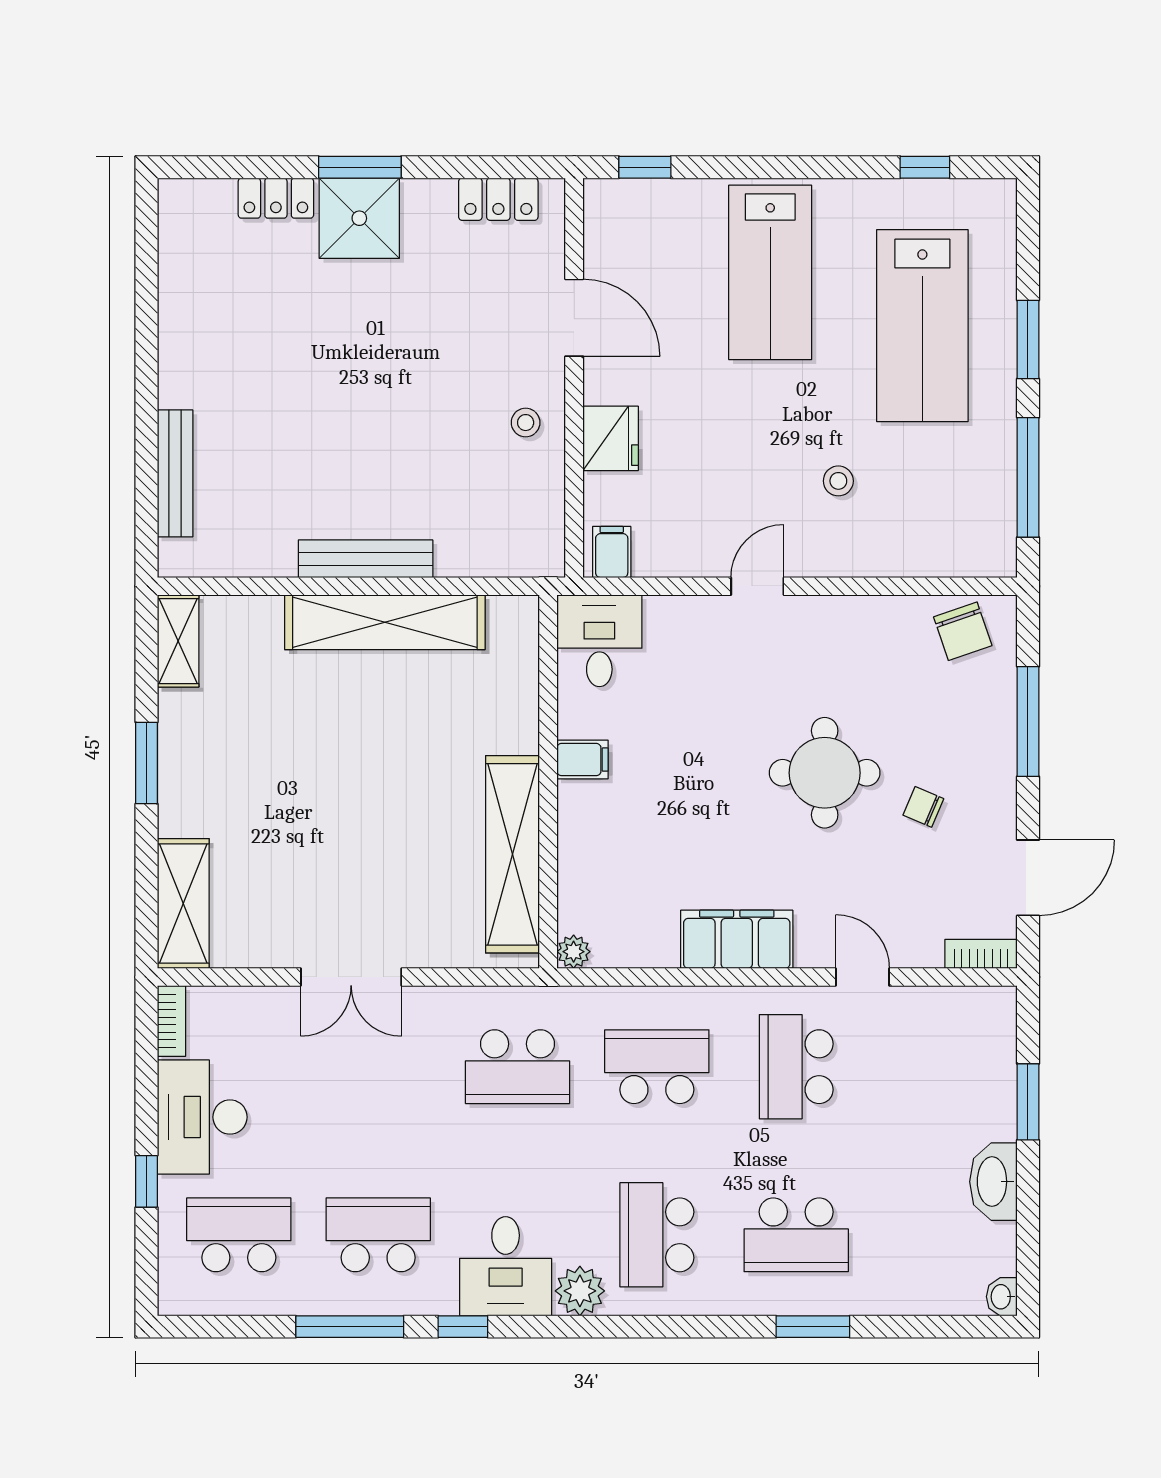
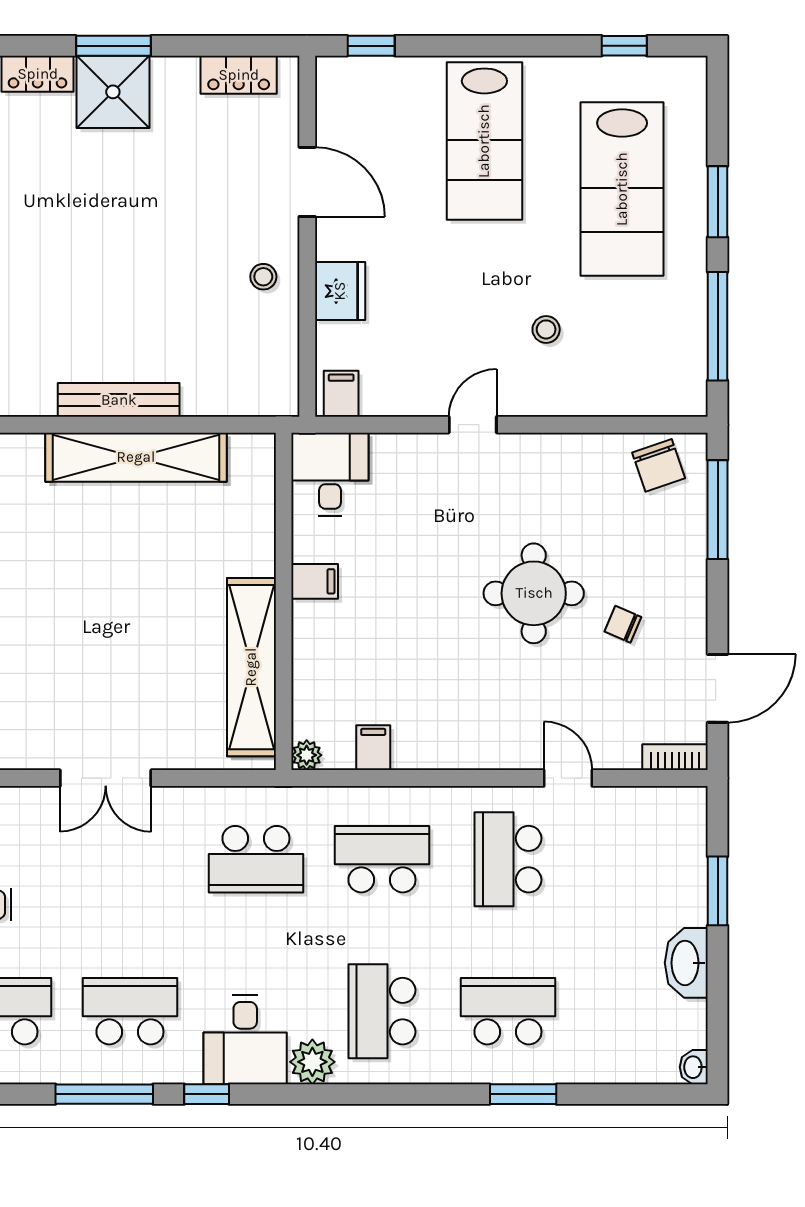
window: (1028, 722) -> (718, 510), moved
filing cabinet: (737, 939) -> (373, 748), moved, width x0.33, depth x0.86
school desk: (796, 1235) -> (508, 1011), turned 180

